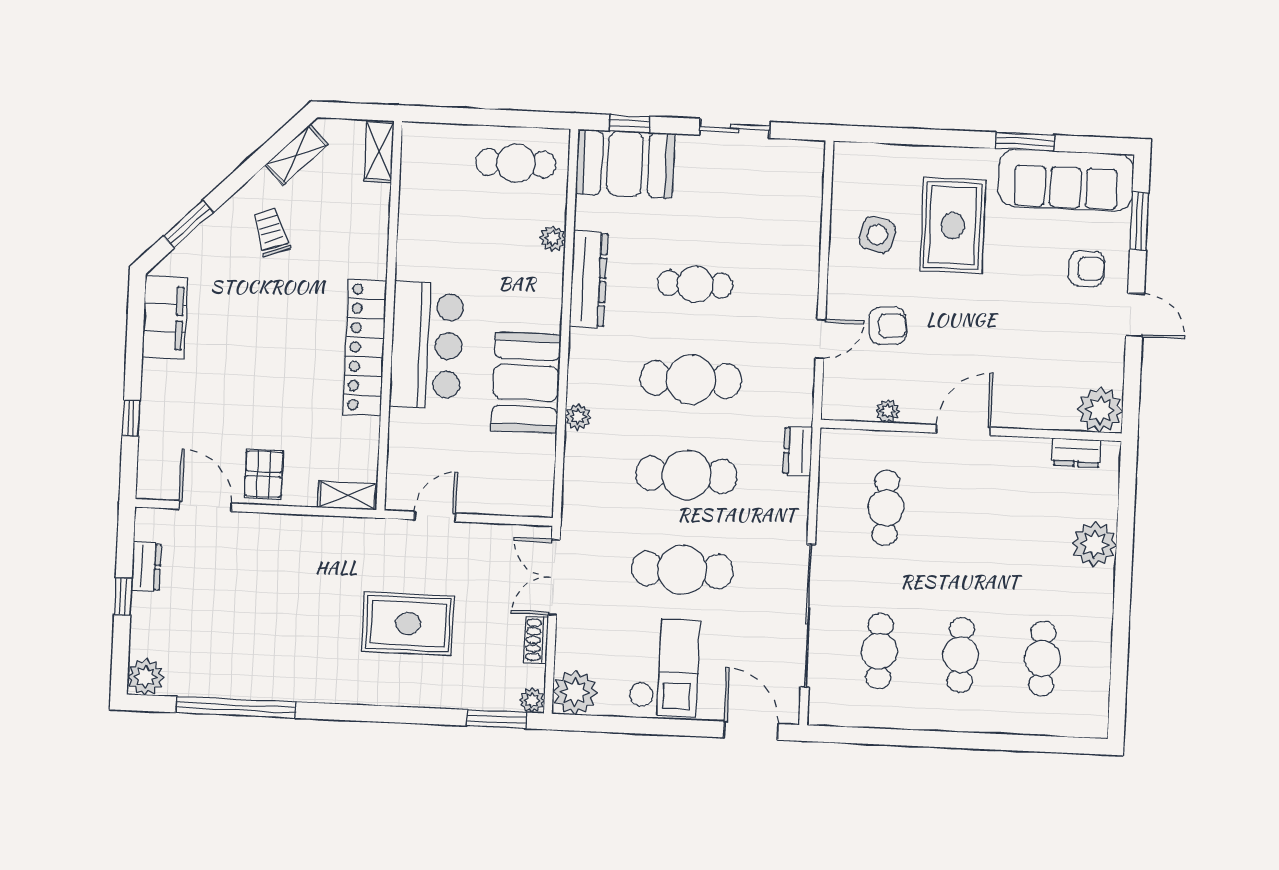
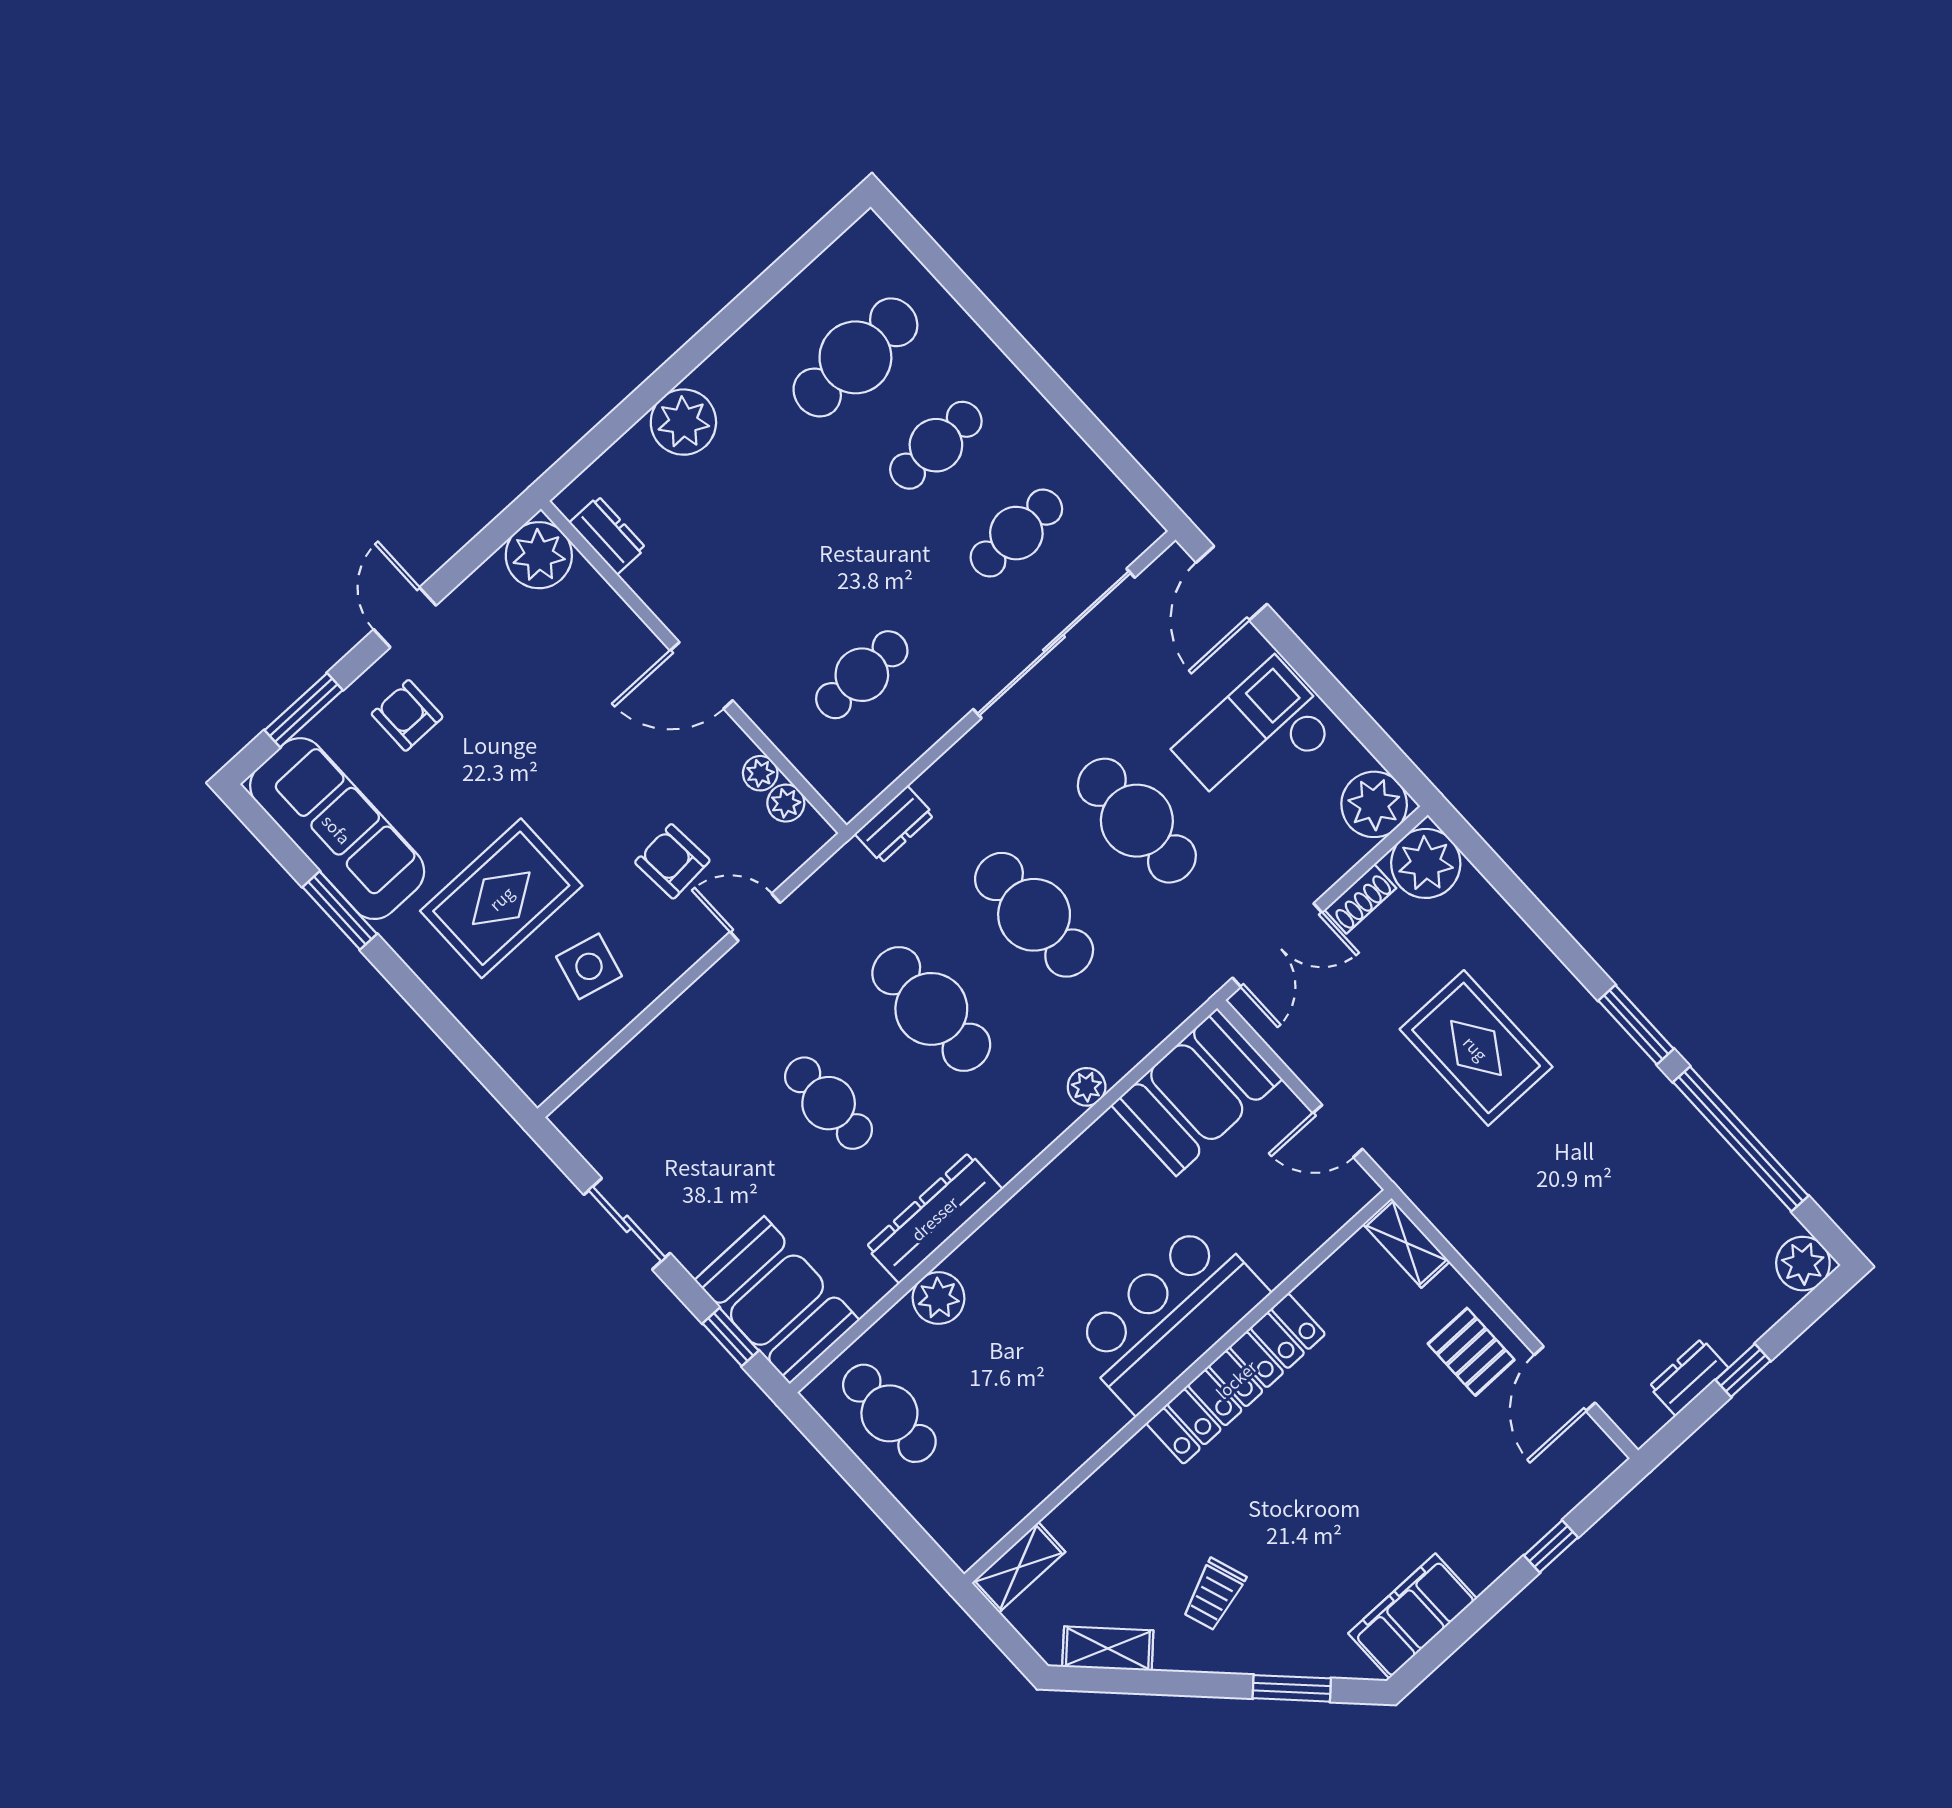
plant: (553, 238) -> (939, 1298), width x1.38, depth x1.38
booth: (526, 383) -> (1197, 1092), moved
plant: (861, 409) -> (786, 803), added
pallet: (264, 474) -> (1471, 1352), turned 90
cafe table: (1042, 659) -> (855, 357), width x1.37, depth x1.35
plant: (532, 700) -> (1426, 863), width x1.87, depth x1.87
window: (497, 719) -> (1636, 1025), moved

